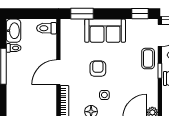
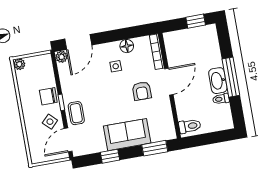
window: (140, 14) -> (110, 156), moved
washbasin: (13, 31) -> (218, 81), moved
armchair: (98, 69) -> (142, 91), moved

